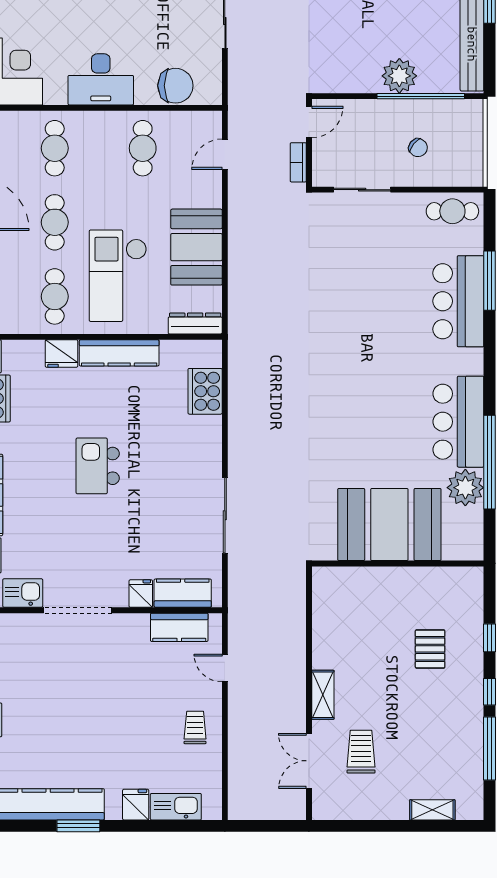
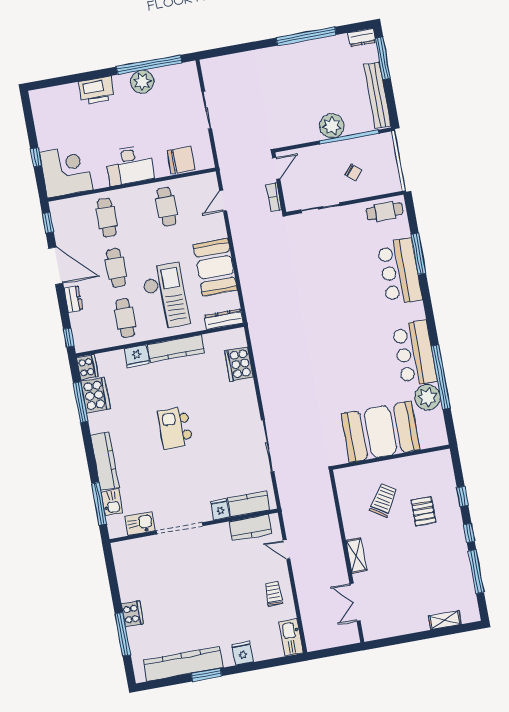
checkout: (118, 276) -> (165, 296), turned 180
trolley: (361, 752) -> (384, 500), moved, turned 32
kitchen sink: (176, 807) -> (291, 637), moved, turned -90

